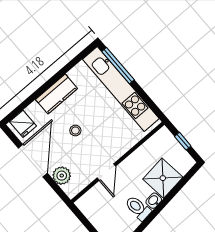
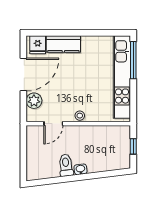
kitchen counter: (57, 94) -> (63, 44), moved
stool: (75, 131) -> (80, 116), moved
door: (106, 172) -> (53, 124), moved
shower: (163, 178) -> (99, 160), removed

